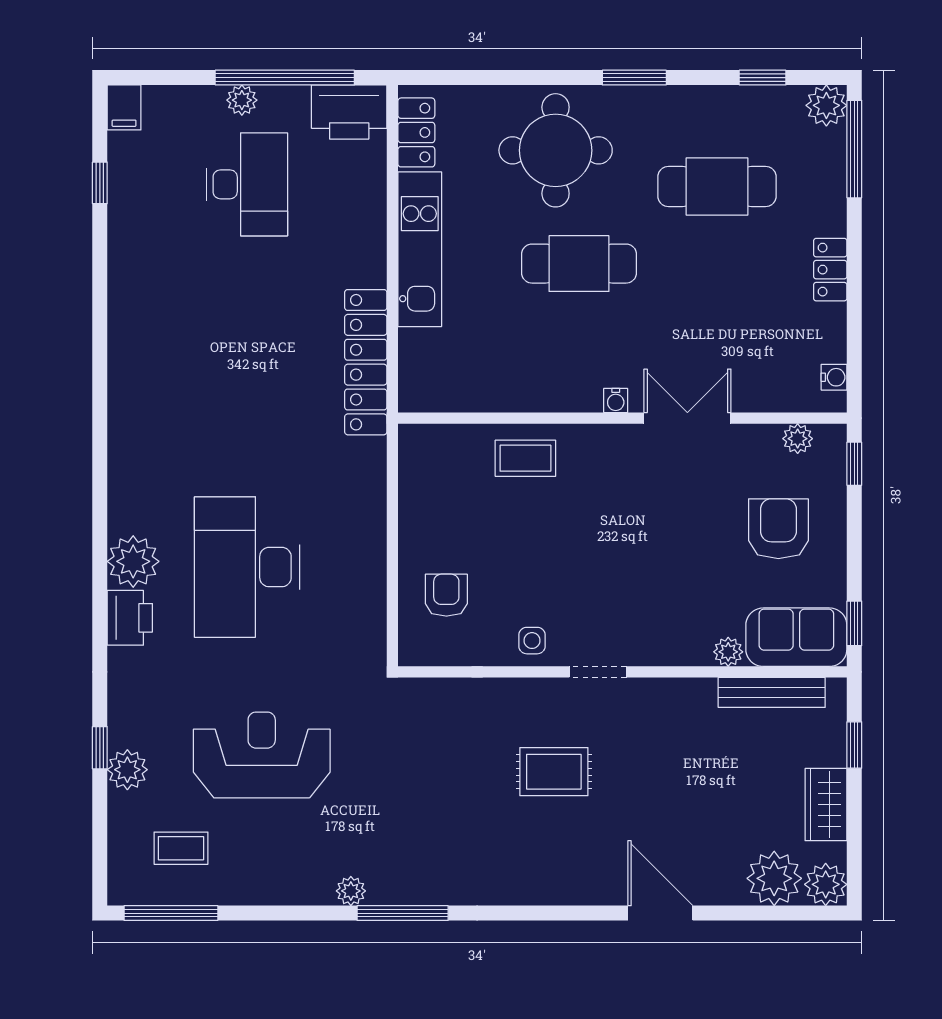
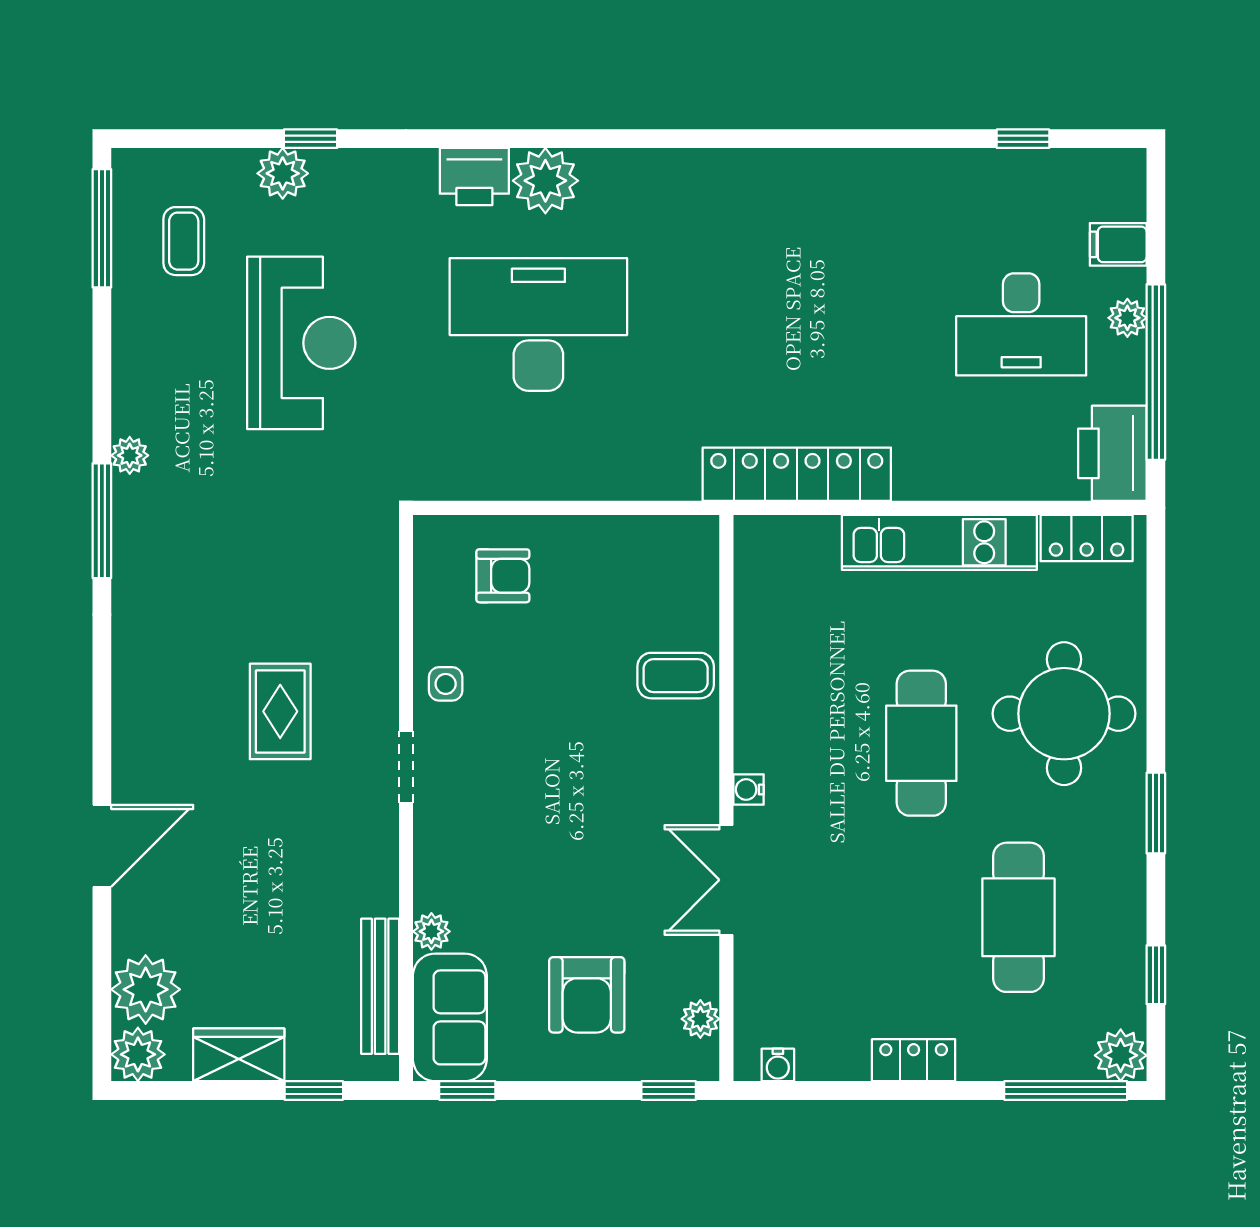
filing cabinet: (124, 107) -> (1118, 244), moved
double door: (687, 418) -> (726, 880), swing flipped
coffee table: (525, 458) -> (676, 676), turned 90
armchair: (778, 529) -> (587, 995), turned 90

